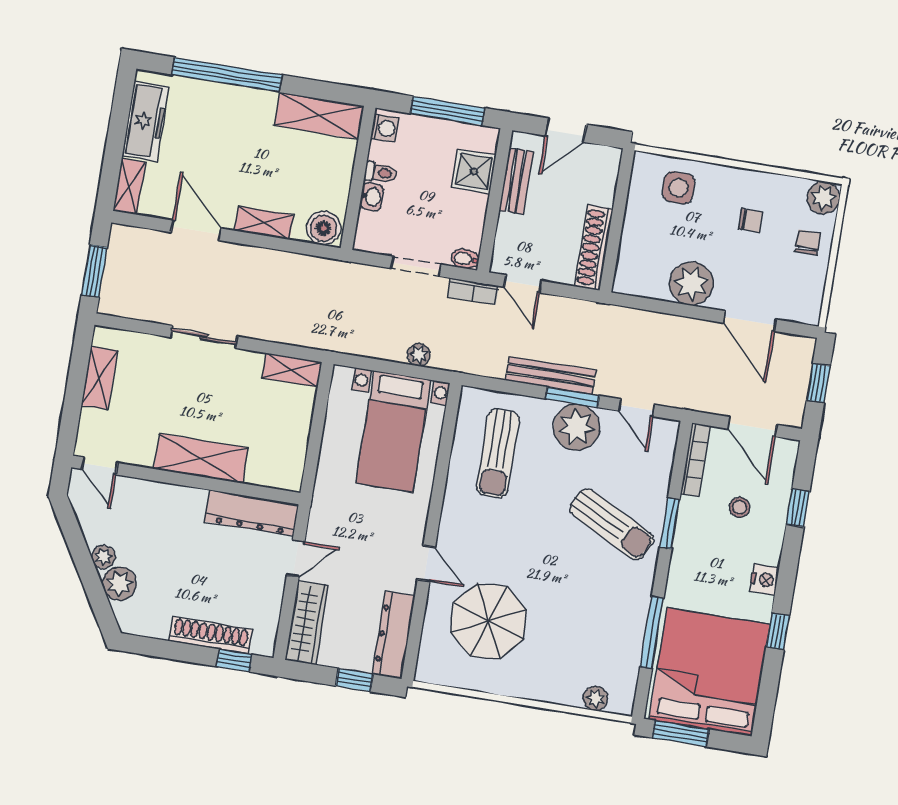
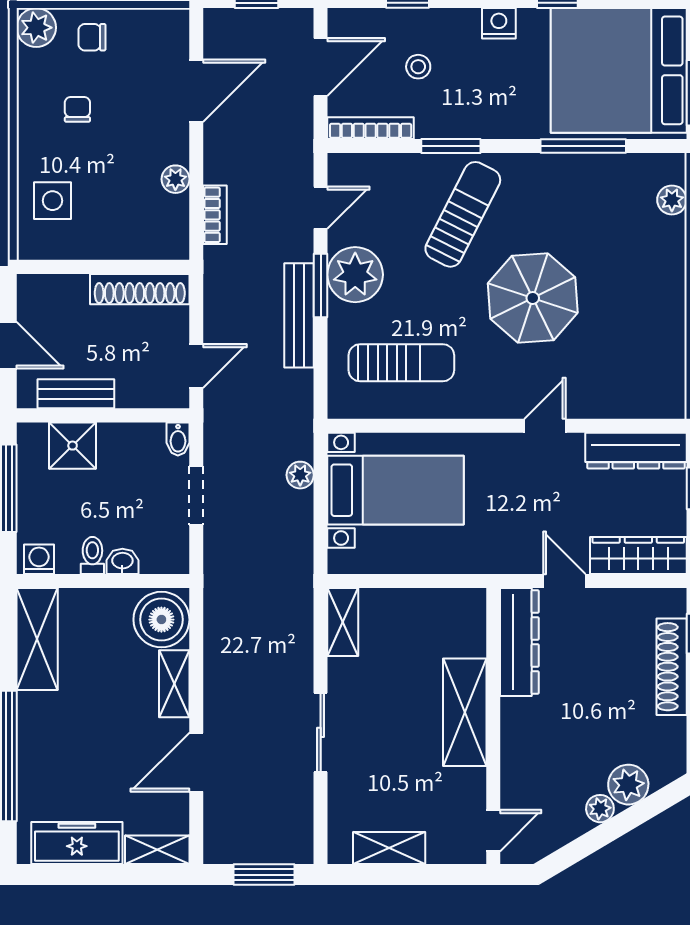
boiler: (324, 228) -> (161, 620), width x1.37, depth x1.37
plant: (691, 284) -> (175, 179), width x0.53, depth x0.53
bookcase: (473, 291) -> (215, 215), moved
parasol: (489, 621) -> (533, 298), moved

